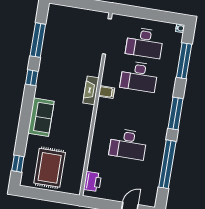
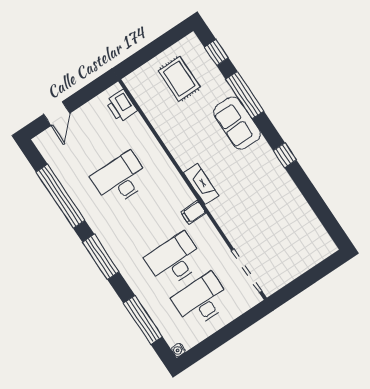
window: (38, 40) -> (245, 95), moved
fireplace: (91, 90) -> (201, 184), moved
rug: (50, 168) -> (179, 79), width x0.73, depth x0.70

